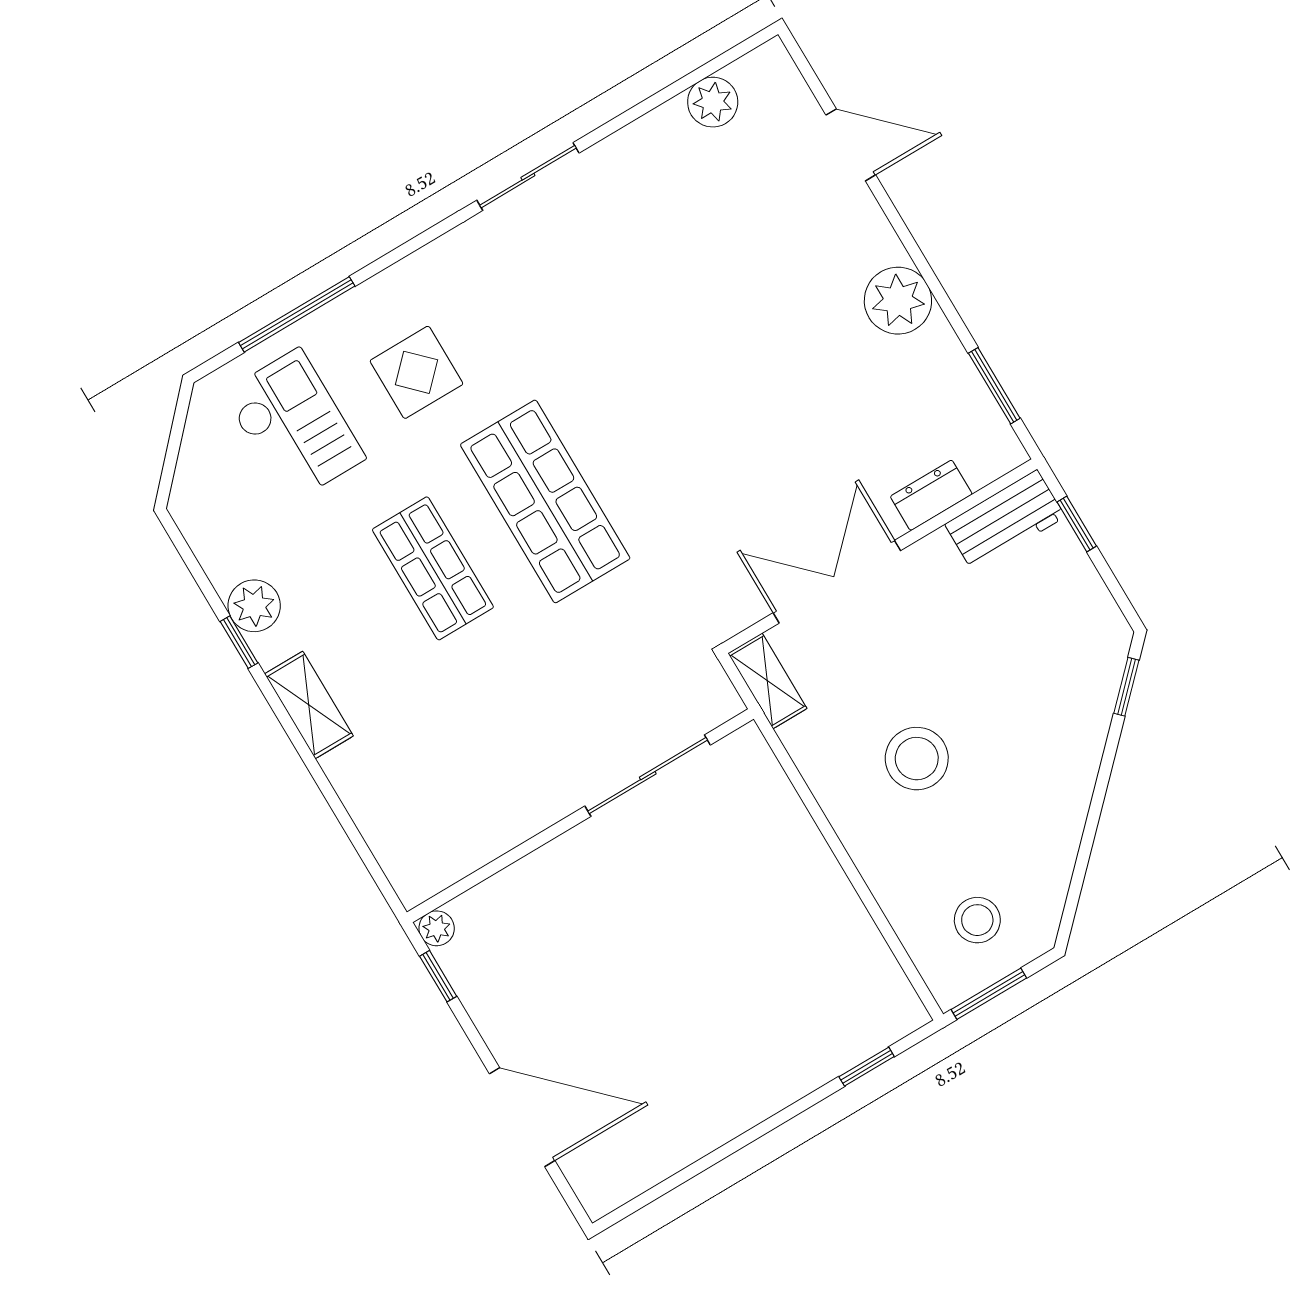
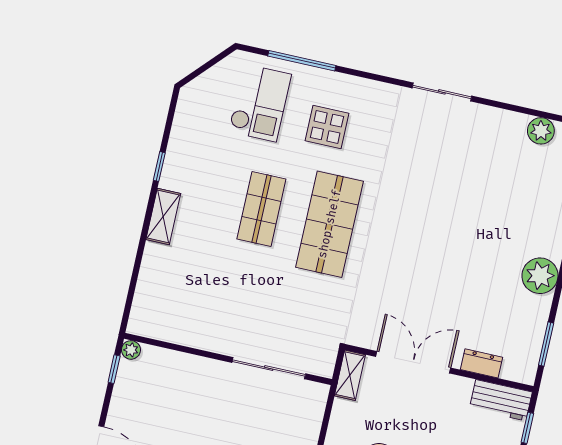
plant: (254, 606) -> (178, 158), removed

